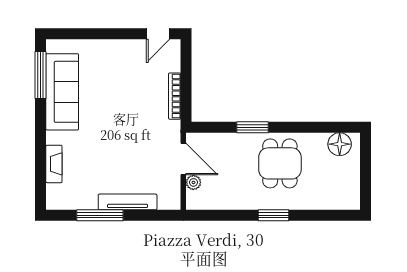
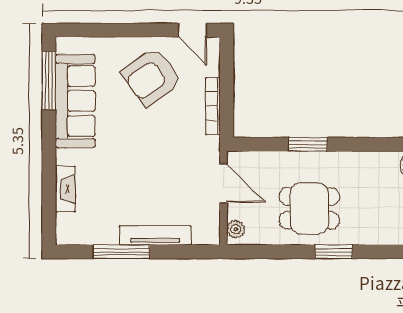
door: (158, 34) -> (193, 30), hinge flipped
armchair: (124, 72) -> (151, 77), added
dining table: (280, 163) -> (309, 208), moved, turned 90
plant: (193, 182) -> (236, 229), moved

